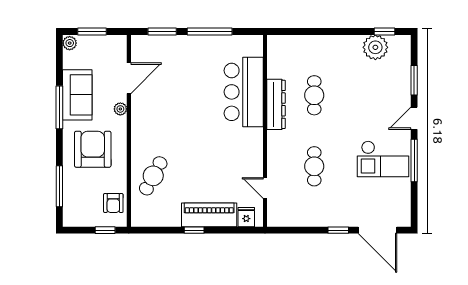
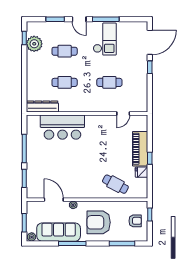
sofa: (77, 95) -> (59, 232), width x1.36
cafe table: (364, 95) -> (65, 51), added
dresser: (276, 104) -> (42, 107), moved
armchair: (113, 203) -> (135, 221), moved
fridge: (246, 217) -> (141, 172), moved

